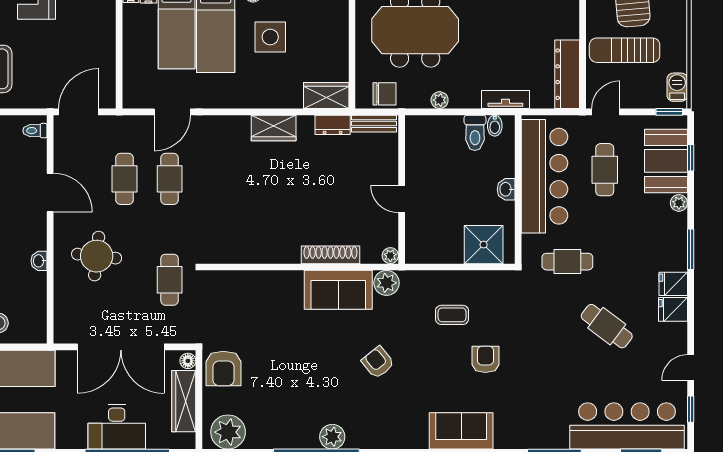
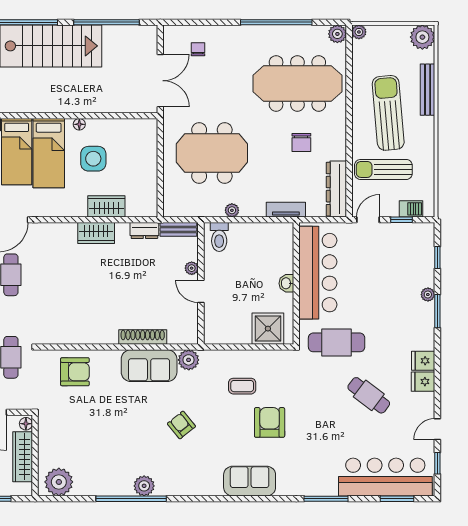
barbecue: (677, 87) -> (411, 209), moved, turned 90
chair: (385, 94) -> (301, 142), moved, turned 90
wardrobe: (326, 95) -> (106, 206), moved
window: (669, 112) -> (402, 220), moved
bidet: (495, 126) -> (277, 231), removed
toilet: (475, 133) -> (219, 237), moved
booth: (666, 161) -> (417, 260), removed
cafe table: (605, 170) -> (367, 267), removed
window: (691, 249) -> (437, 311), moved
plant: (390, 256) -> (192, 268), moved
cafe table: (567, 262) -> (337, 342), width x1.37, depth x1.35
armchair: (485, 359) -> (270, 422), width x1.38, depth x1.38
armchair: (223, 369) -> (75, 372), moved, turned -90

